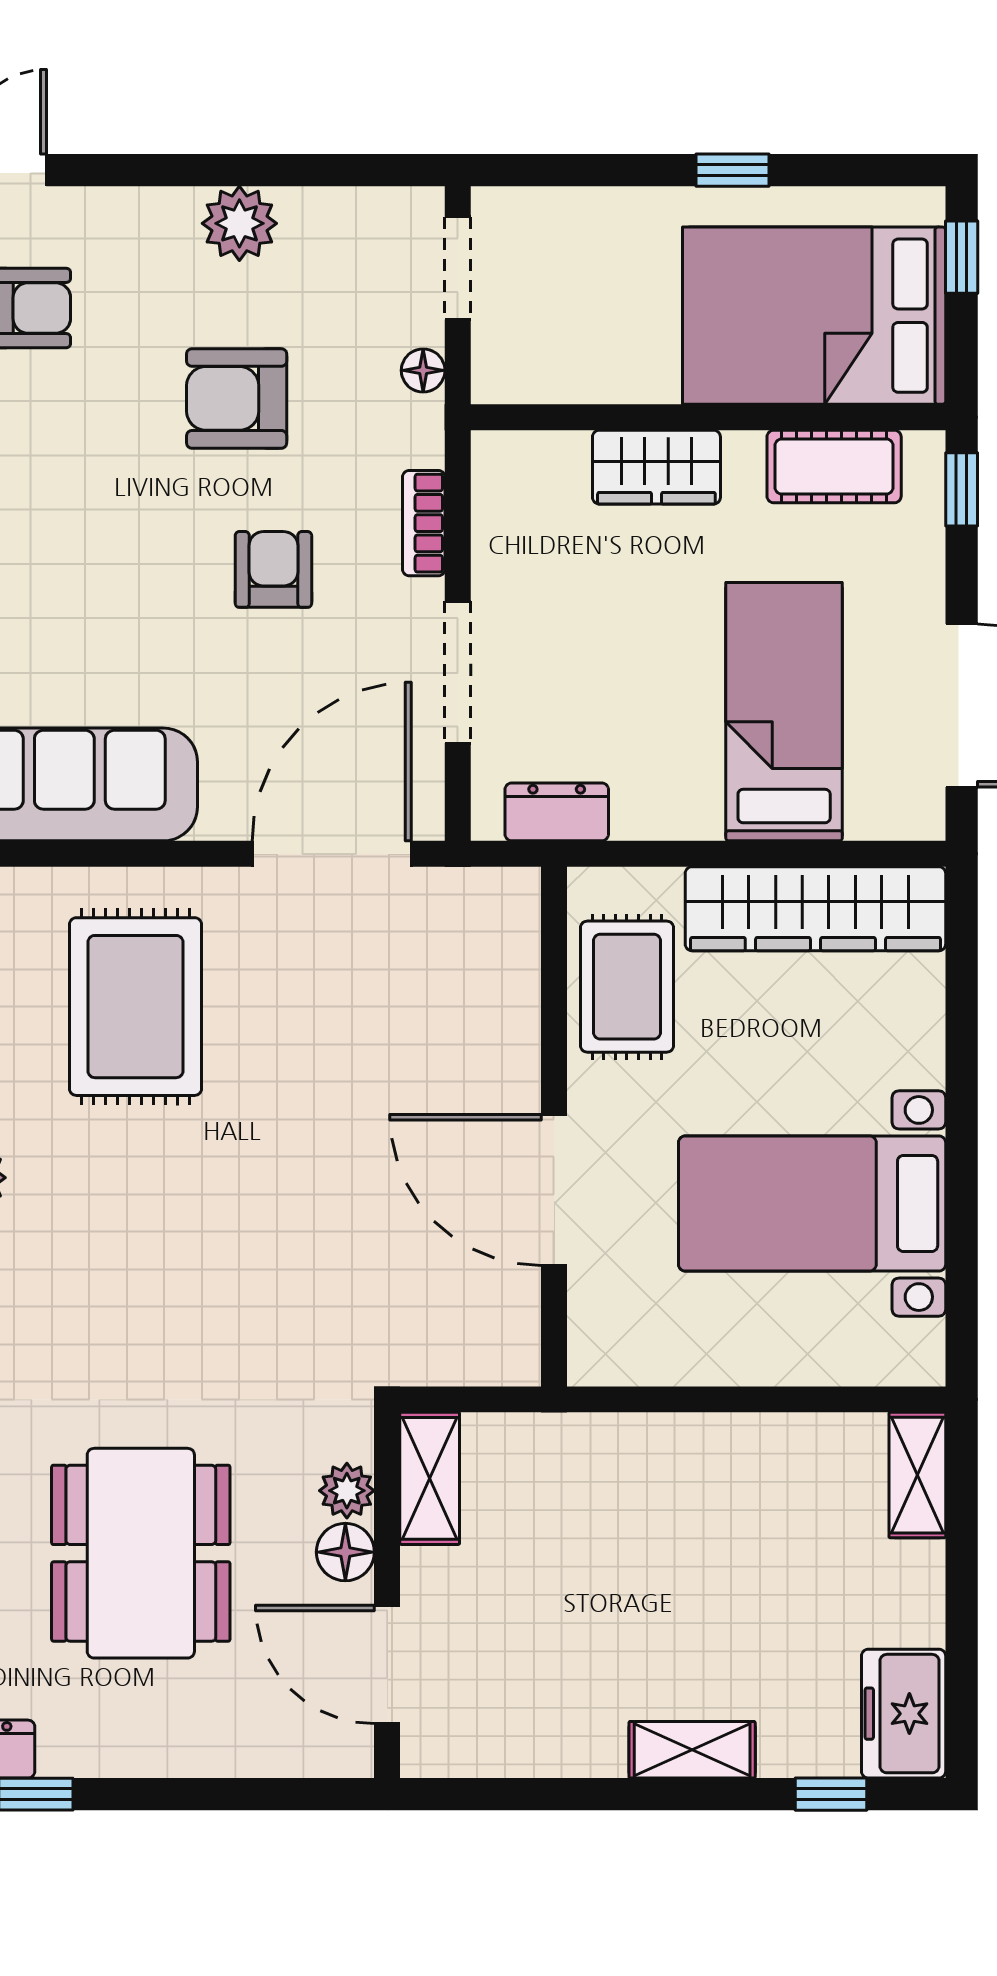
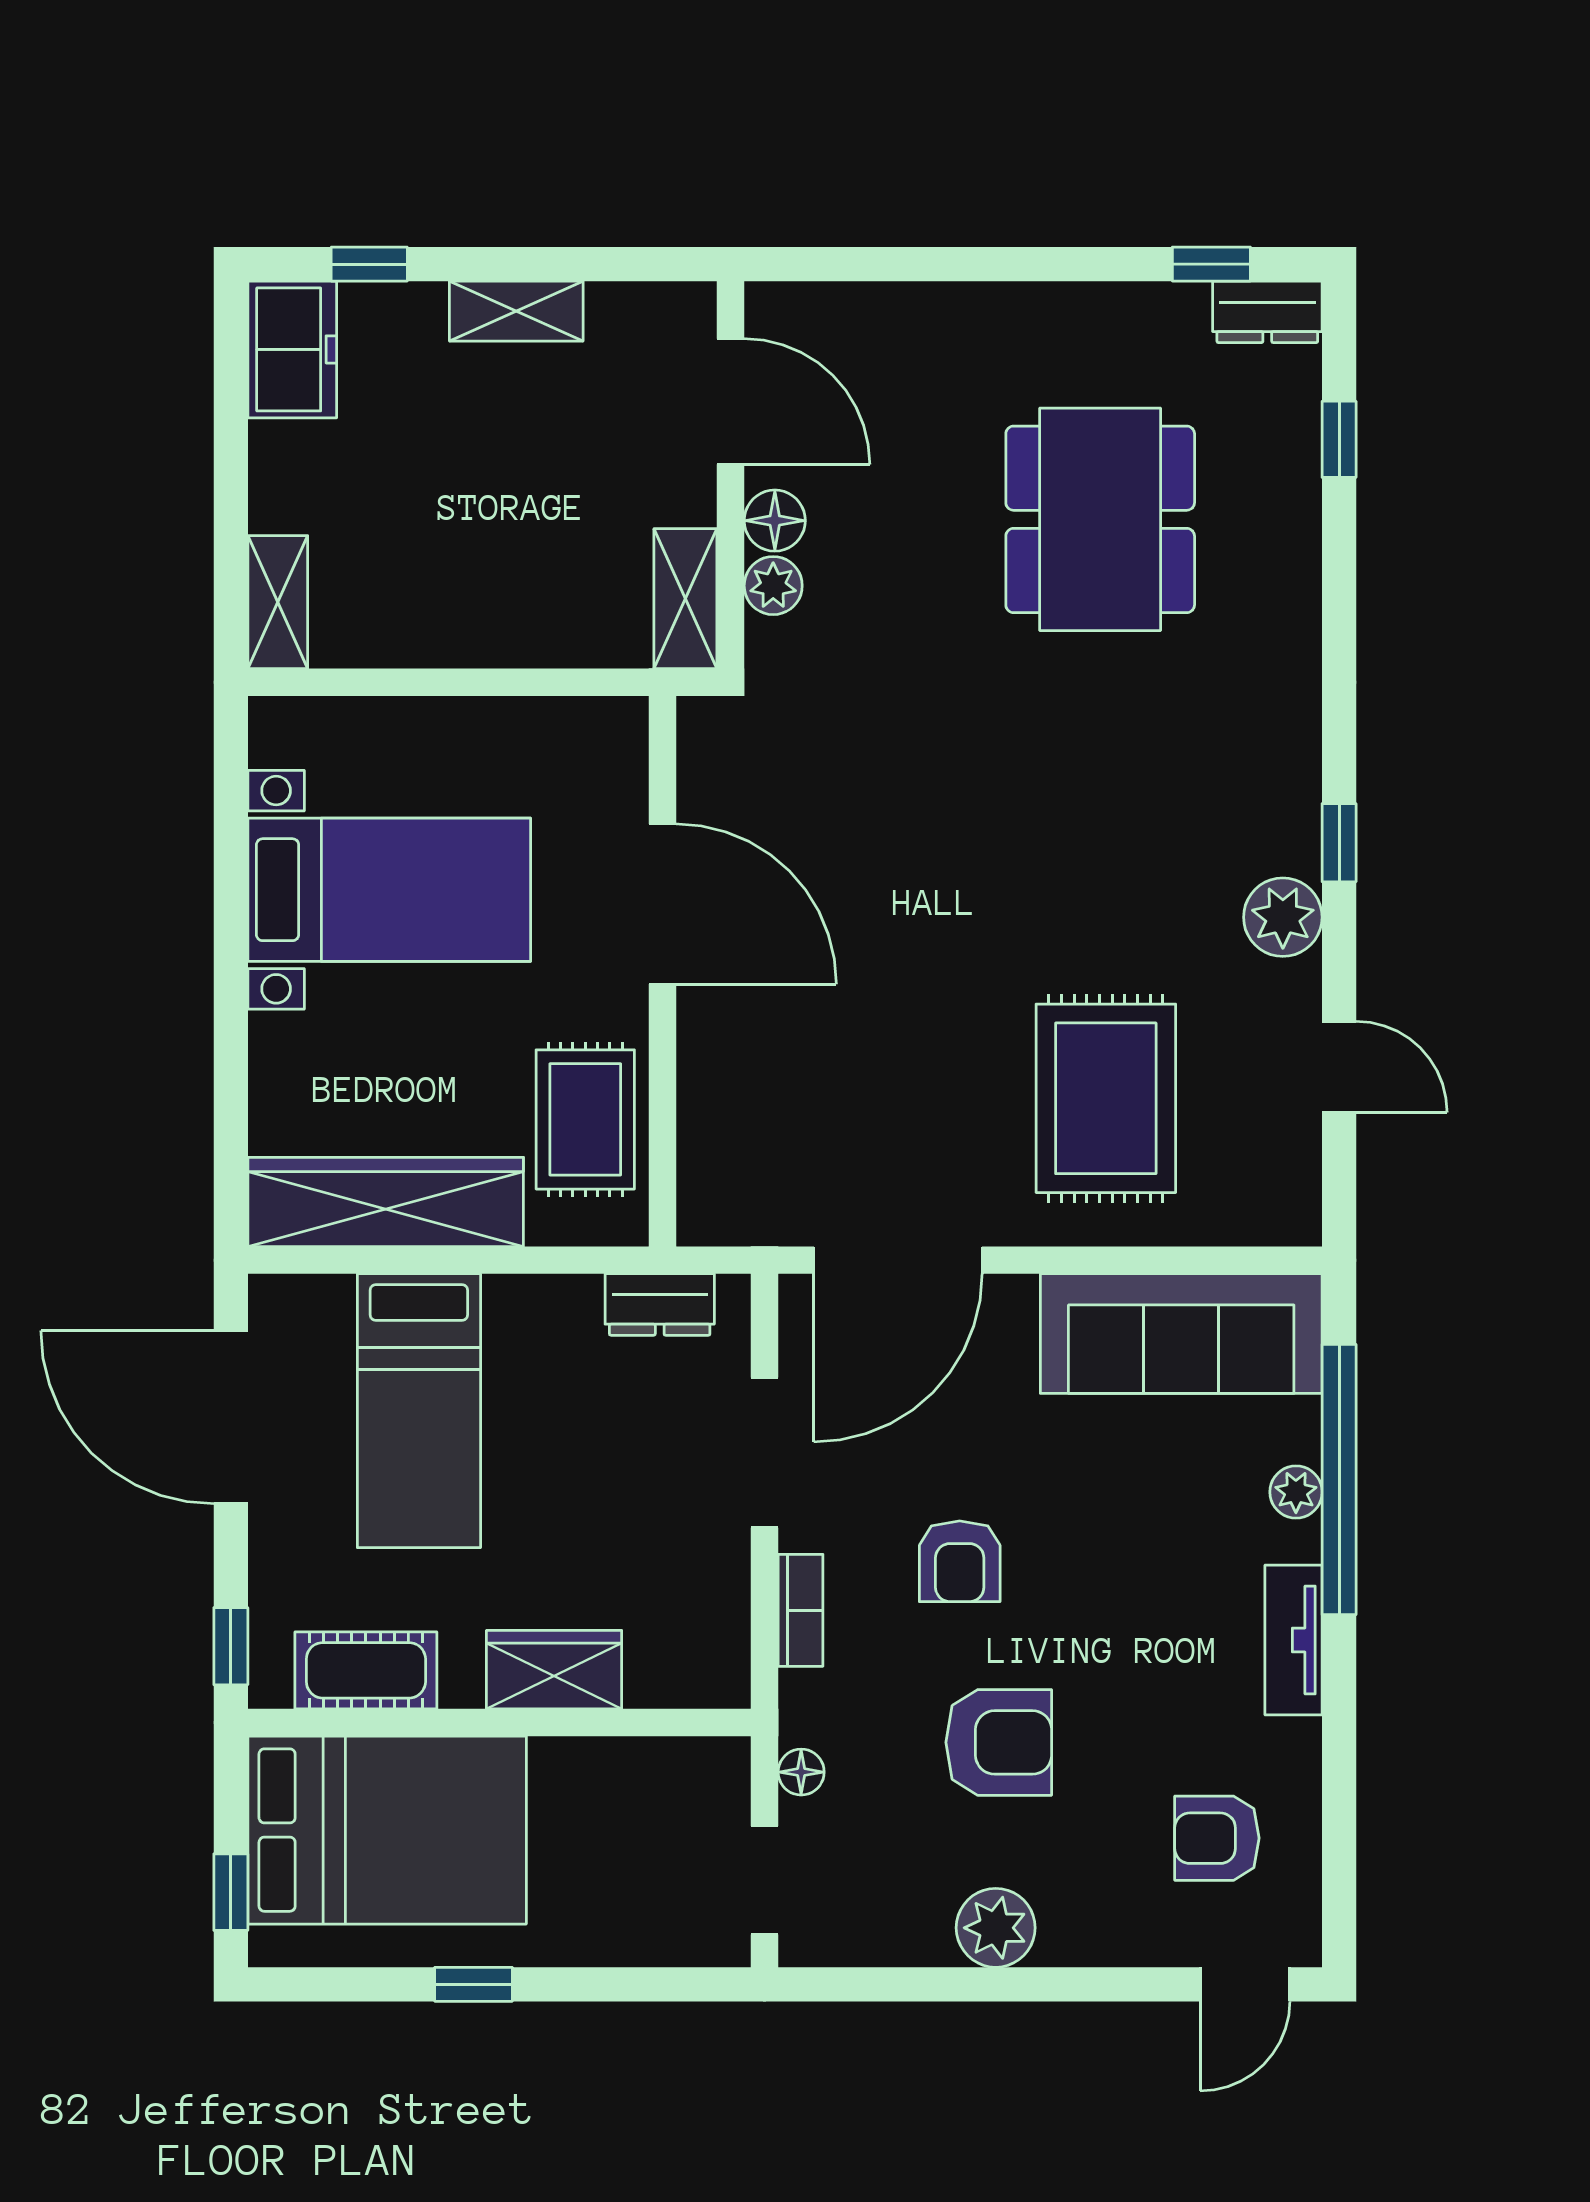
shelving: (430, 1478) -> (685, 599), moved
plant: (347, 1491) -> (773, 586), moved
floor lamp: (345, 1552) -> (775, 521), moved
wall: (387, 1595) -> (731, 475), moved
door: (387, 1664) -> (731, 401), moved

